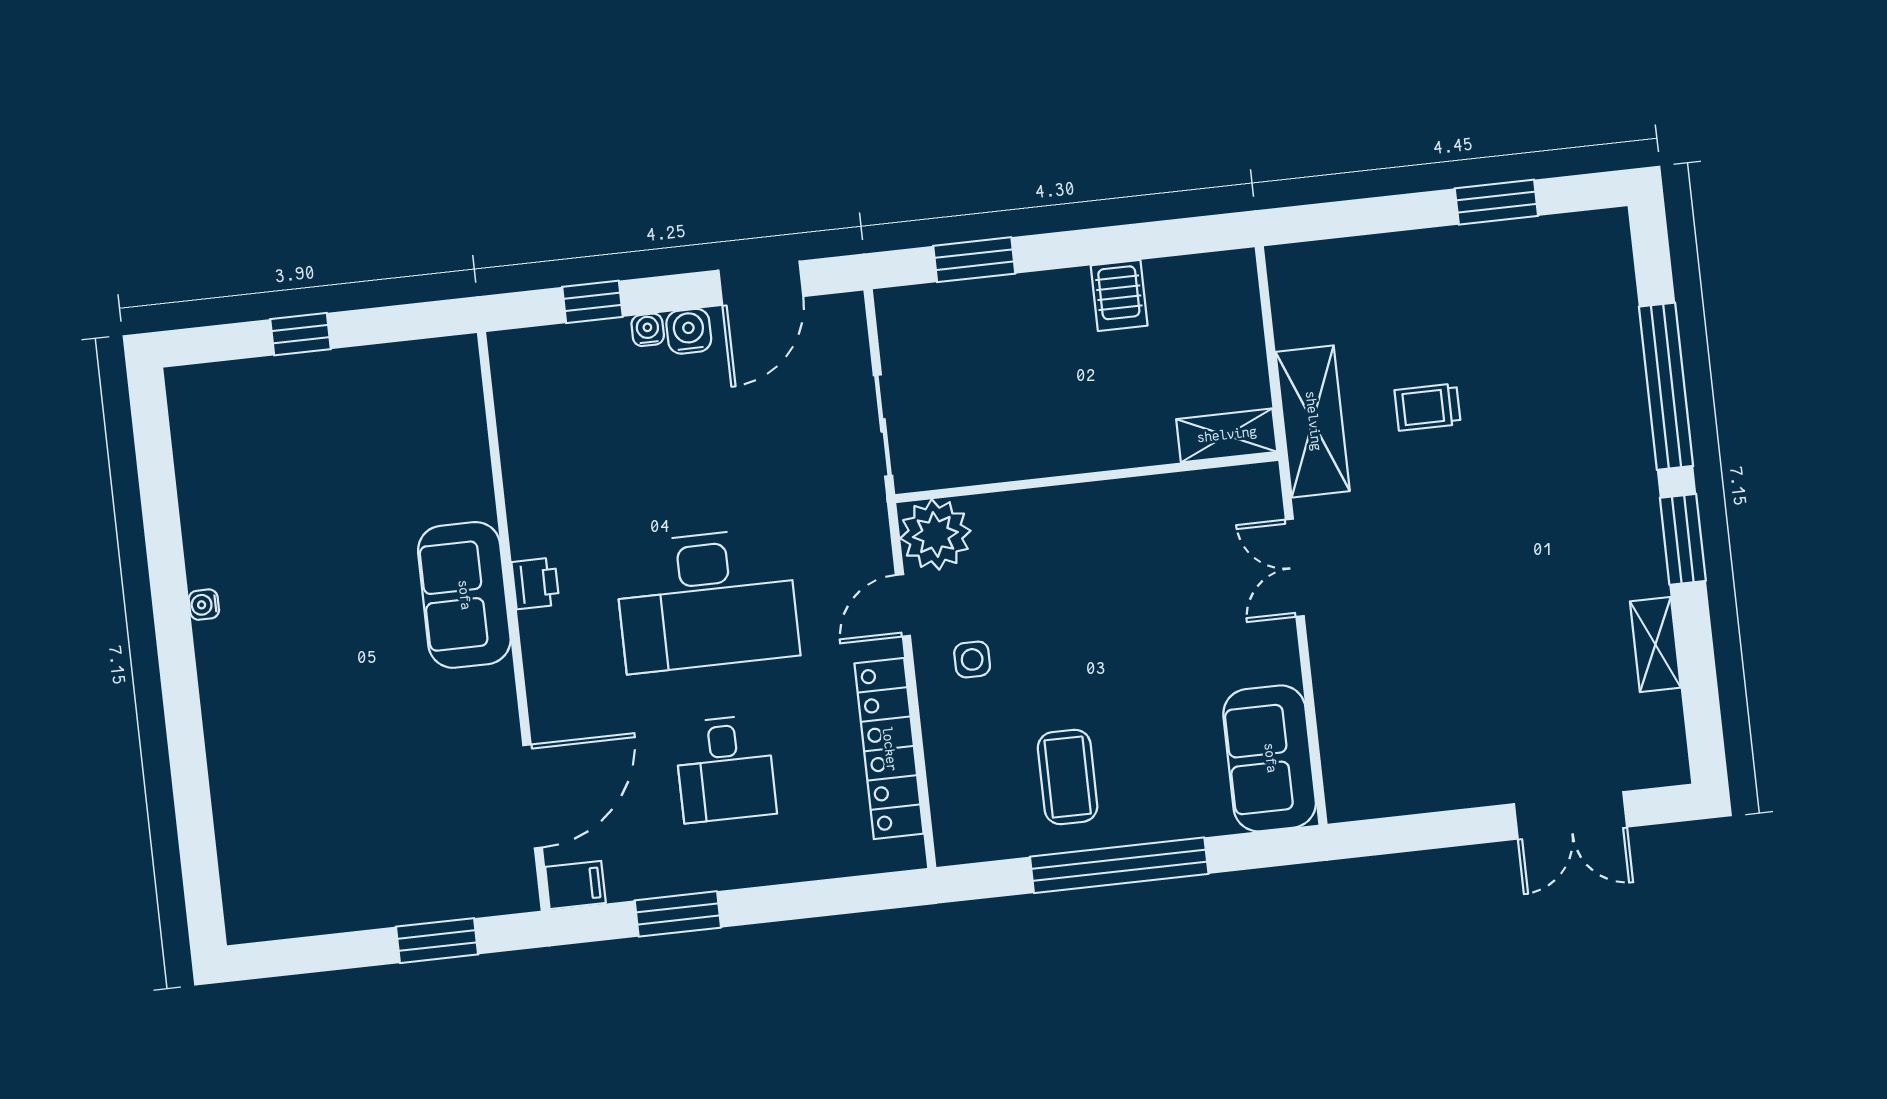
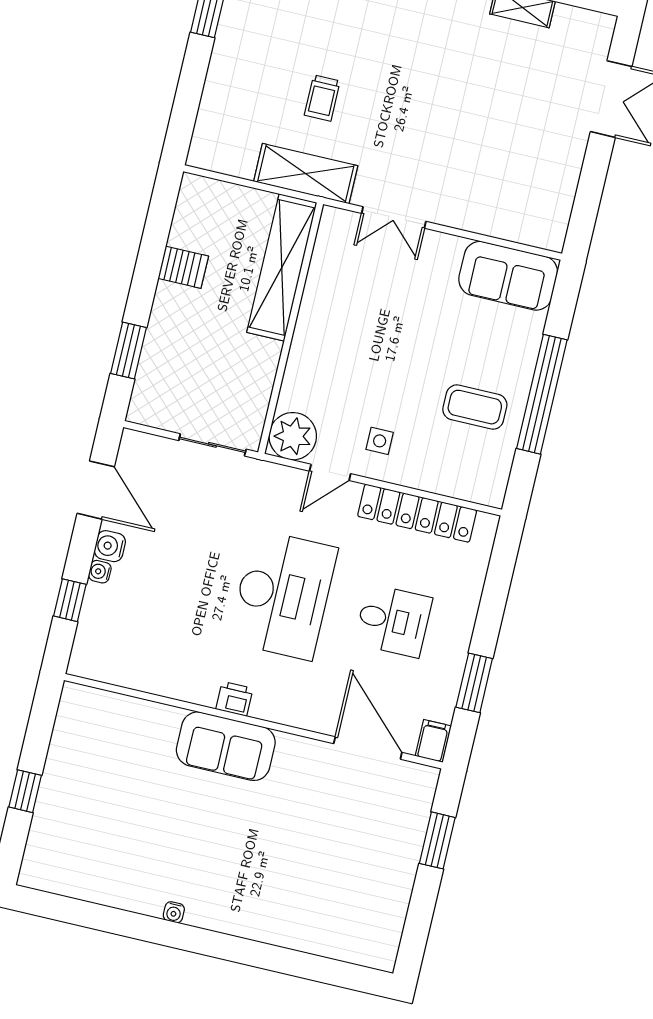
shelving: (1227, 435) -> (282, 267), width x2.20, depth x1.33
door: (903, 605) -> (330, 472), hinge flipped

